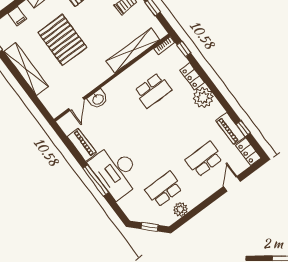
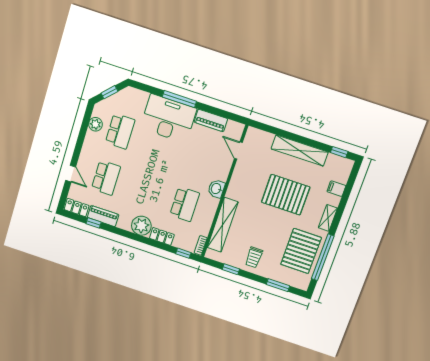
school desk: (153, 90) -> (185, 204), turned 180
washbasin: (98, 99) -> (216, 189), moved

